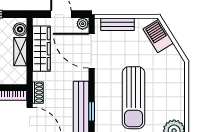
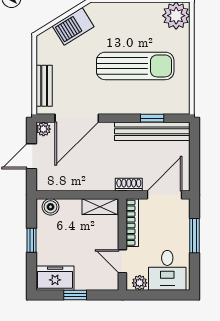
barbecue: (158, 36) -> (73, 26), moved
wardrobe: (41, 49) -> (74, 180), removed
shelving: (20, 52) -> (100, 207), moved

